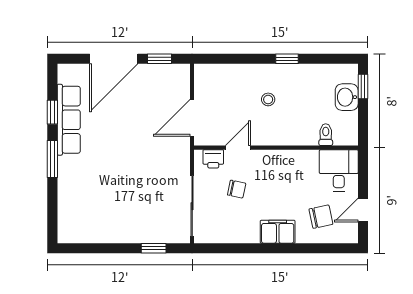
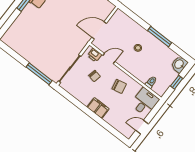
window: (287, 59) -> (160, 37), width x2.17
window: (363, 86) -> (177, 82), moved
washbasin: (347, 97) -> (179, 64), moved
chair: (321, 217) -> (119, 86), moved
window: (154, 248) -> (39, 74), width x2.17

